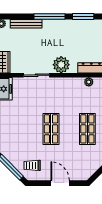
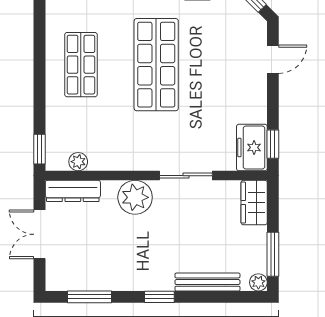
window: (49, 17) -> (159, 297), width x0.46
shop shelf: (51, 129) -> (156, 65), width x1.43, depth x1.36

